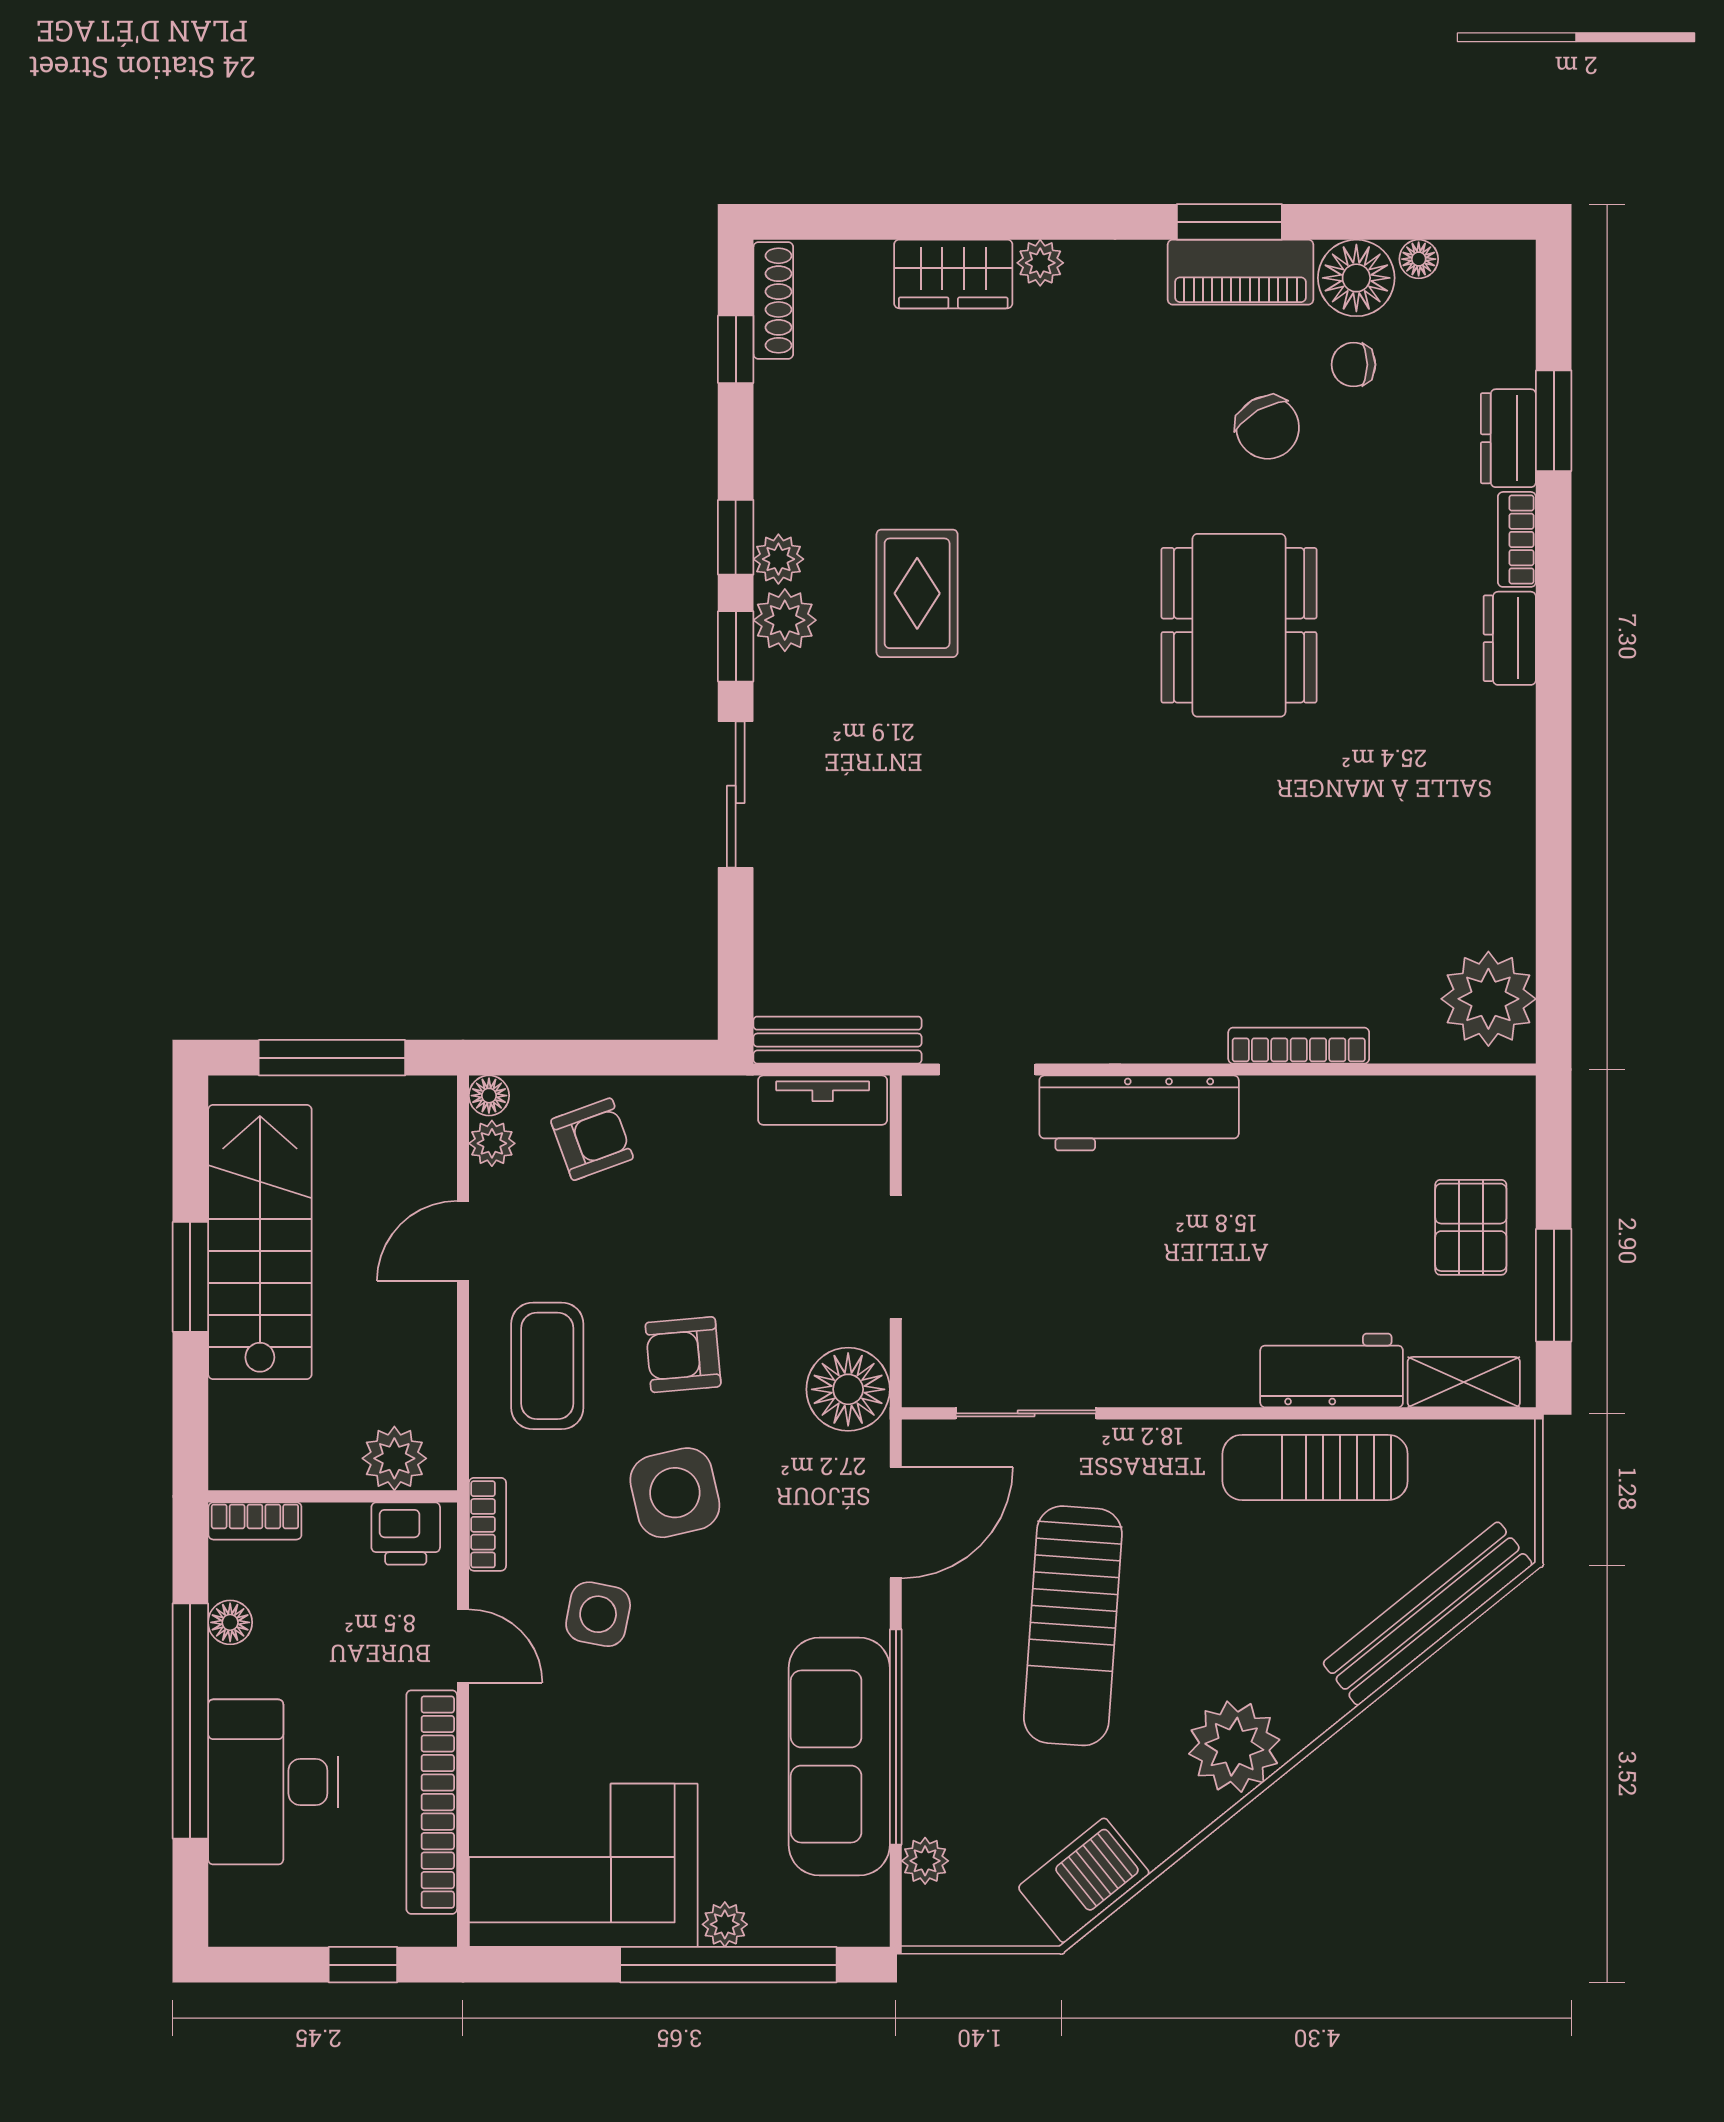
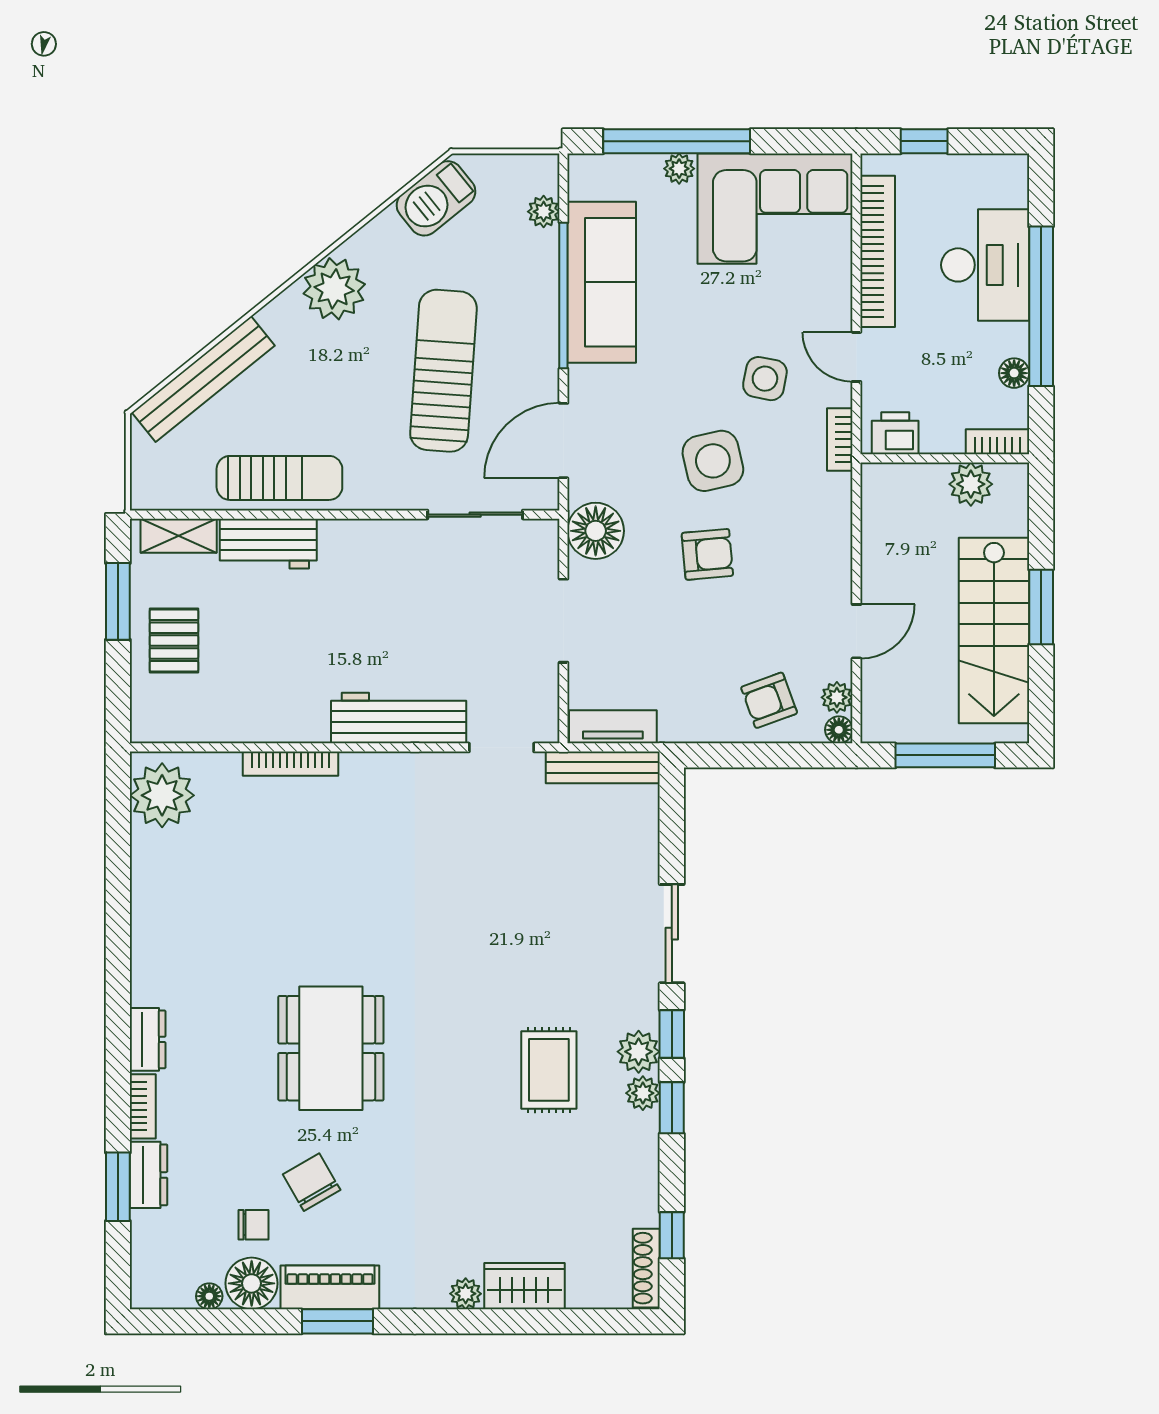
coffee table: (547, 1366) -> (799, 547), removed
plant: (394, 1458) -> (971, 484), moved

